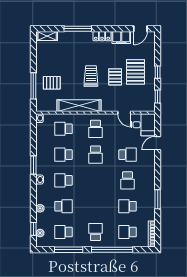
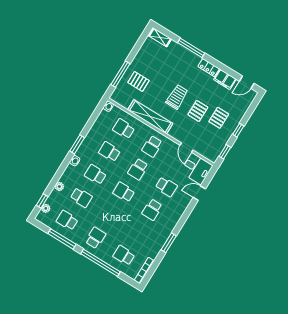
pallet: (136, 72) -> (219, 118), width x0.67, depth x0.71
school desk: (127, 206) -> (124, 192), moved

